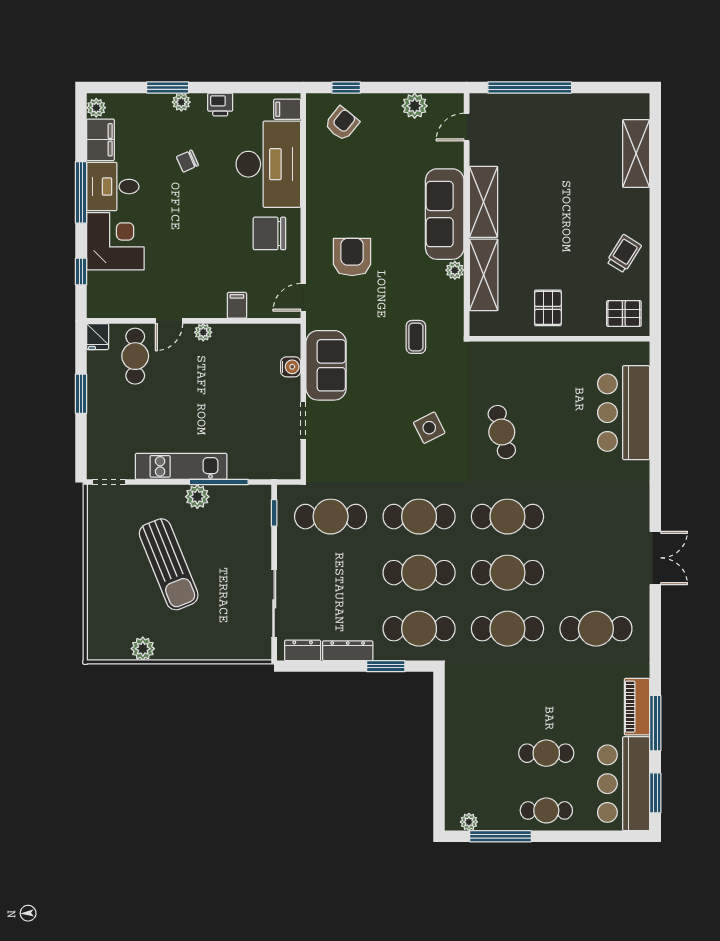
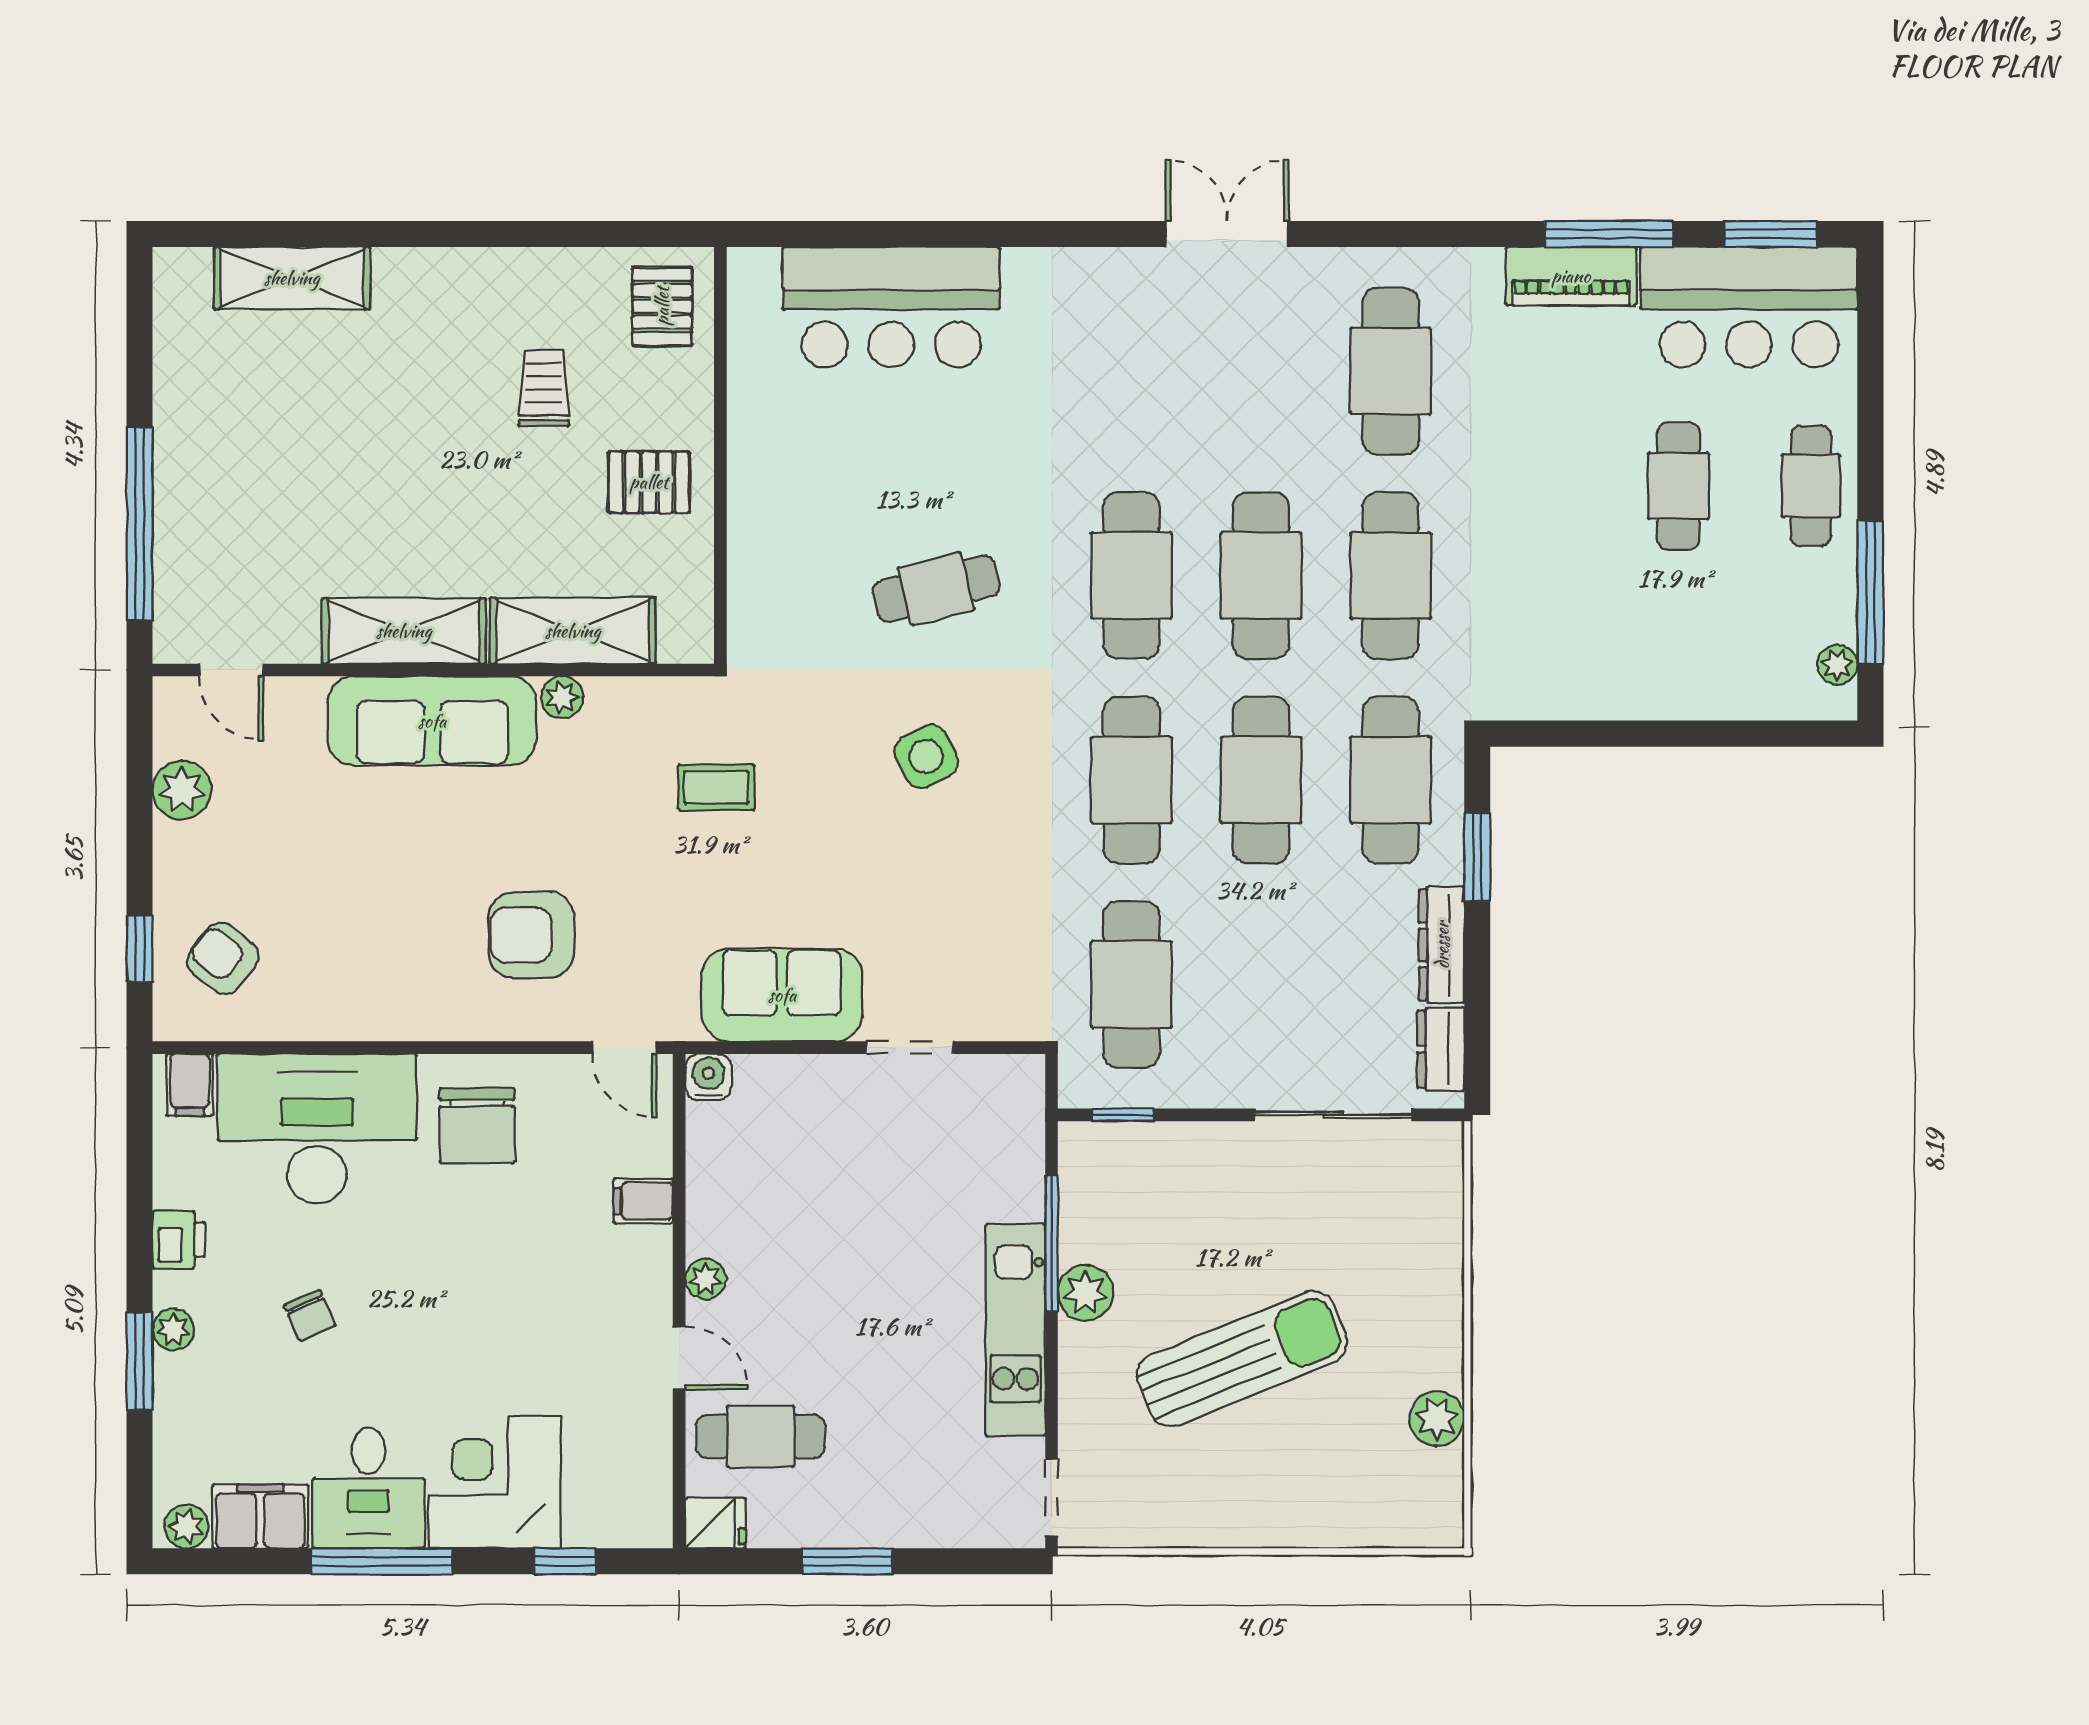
trolley: (624, 254) -> (544, 388), moved, turned 58
water cooler: (291, 367) -> (708, 1077), moved

